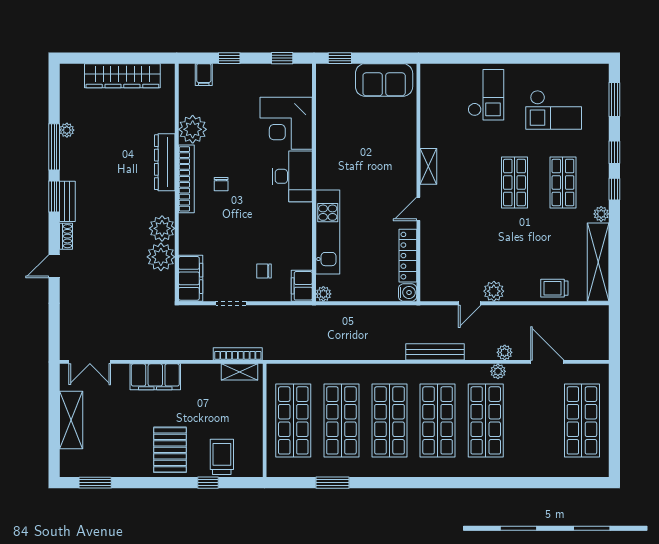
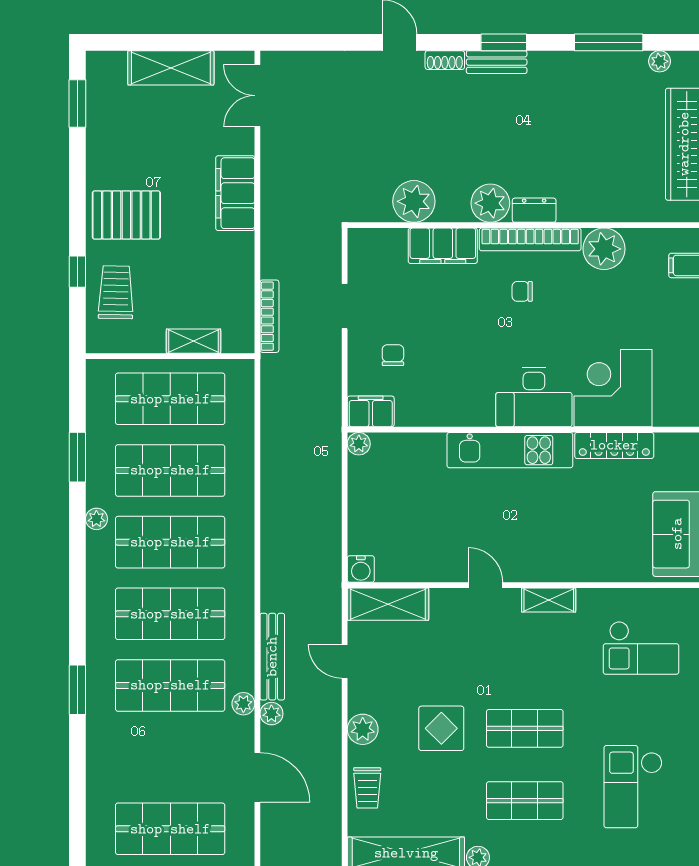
checkout: (486, 95) -> (641, 648), moved
plant: (67, 130) -> (660, 61), moved
window: (54, 147) -> (609, 42), moved
dresser: (165, 162) -> (534, 210), width x0.51, depth x0.80
plant: (162, 228) -> (490, 203), moved
kitchen unit: (328, 232) -> (510, 450), moved
display table: (514, 238) -> (441, 728), added
locker: (408, 256) -> (614, 445), moved, turned 180
shelving: (431, 274) -> (388, 604), added
filing cabinet: (191, 278) -> (443, 246), moved
trolley: (554, 288) -> (367, 788), turned 180
plant: (494, 291) -> (363, 729), moved
bench: (435, 352) -> (272, 657), moved
door: (547, 362) -> (257, 777), hinge flipped
shelving: (239, 372) -> (194, 341), moved, turned 90
trolley: (222, 457) -> (116, 292), turned -89
plant: (374, 470) -> (96, 519), added
window: (489, 483) -> (77, 690), added

